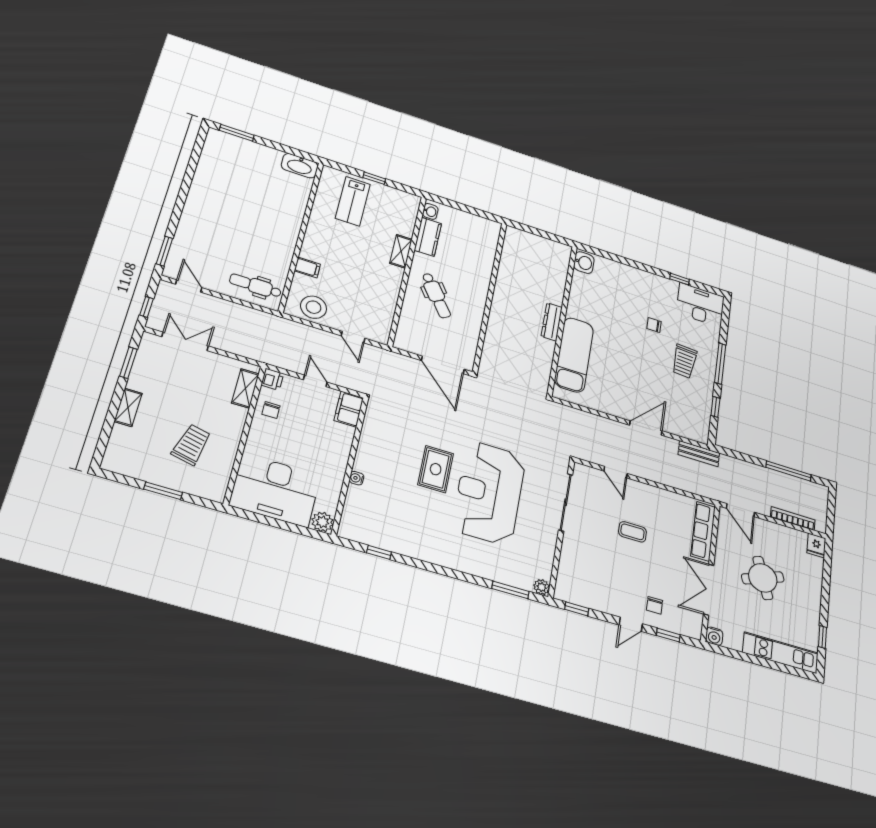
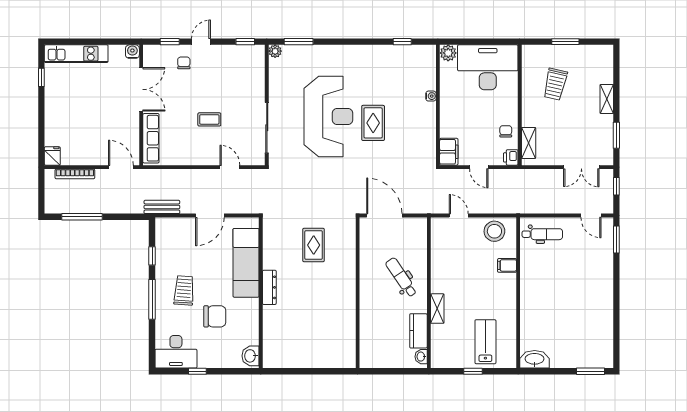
washbasin: (584, 263) -> (250, 356), moved
wall: (562, 320) -> (261, 293), moved
dresser: (552, 322) -> (269, 287), moved
chair: (654, 325) -> (215, 316), width x1.87, depth x1.87
exam couch: (574, 355) -> (246, 263), moved
rug: (532, 360) -> (314, 245), added
round table: (763, 578) -> (96, 113), removed

